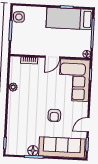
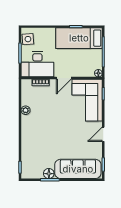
desk: (27, 42) -> (37, 64), added
armchair: (54, 115) -> (69, 137), removed
door: (88, 125) -> (103, 134), moved

